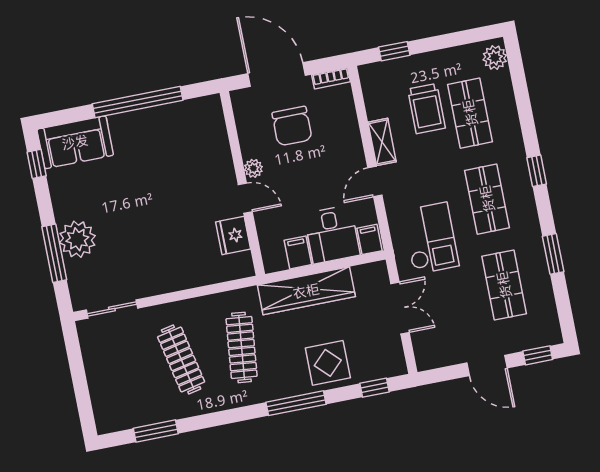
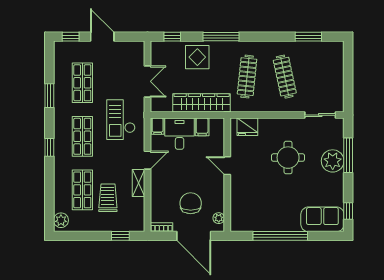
plant: (253, 168) -> (219, 218), moved
round table: (150, 230) -> (288, 158), added
fridge: (233, 235) -> (247, 127), moved, turned 90
double door: (400, 308) -> (147, 81), swing flipped

